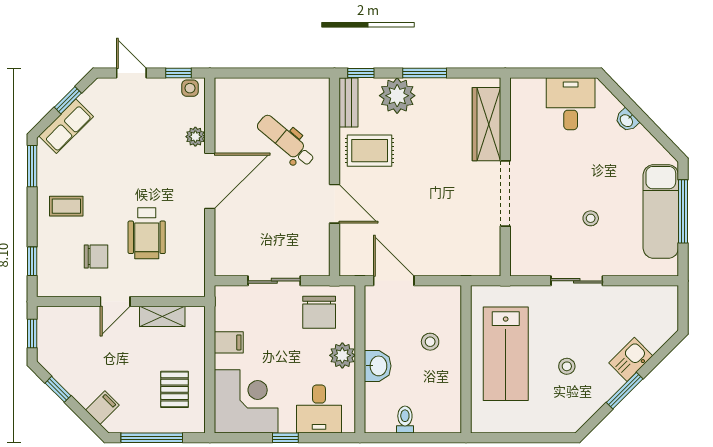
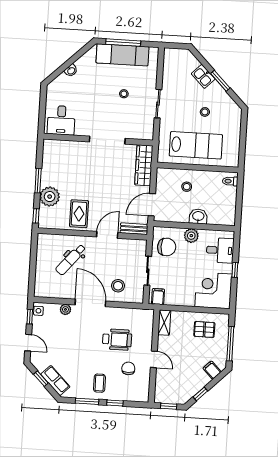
door: (131, 73) -> (28, 343), swing flipped
bench: (349, 103) -> (134, 229), moved
desk: (571, 104) -> (61, 120), moved, turned -90
wardrobe: (486, 124) -> (144, 165), moved, turned 90
window: (32, 166) -> (87, 401), moved
stool: (244, 229) -> (118, 286), added
window: (32, 261) -> (115, 403), moved
shelving: (162, 316) -> (164, 323), moved
filing cabinet: (229, 342) -> (158, 297), moved
toilet: (405, 420) -> (230, 181), moved

